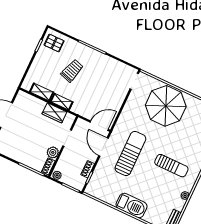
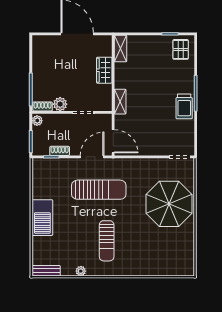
trolley: (72, 71) -> (184, 106), moved, turned 73
shelving: (42, 92) -> (121, 49), moved
shelving: (62, 102) -> (120, 102), moved
wardrobe: (54, 113) -> (104, 70), moved

